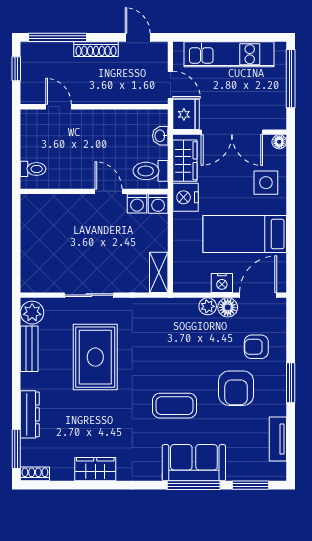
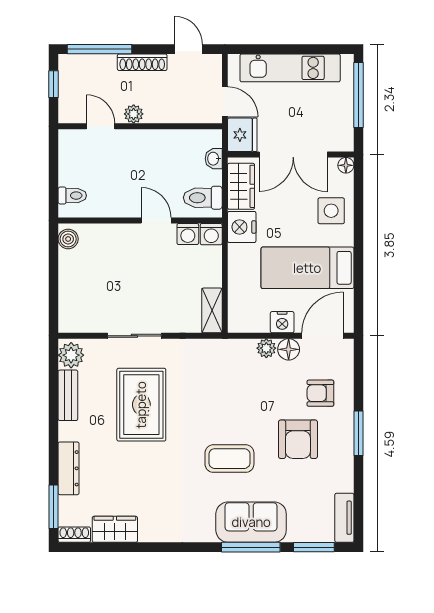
plant: (88, 96) -> (134, 114), added
boiler: (29, 208) -> (68, 239), added
tv unit: (278, 439) -> (344, 518), moved
wardrobe: (95, 469) -> (115, 529), moved

